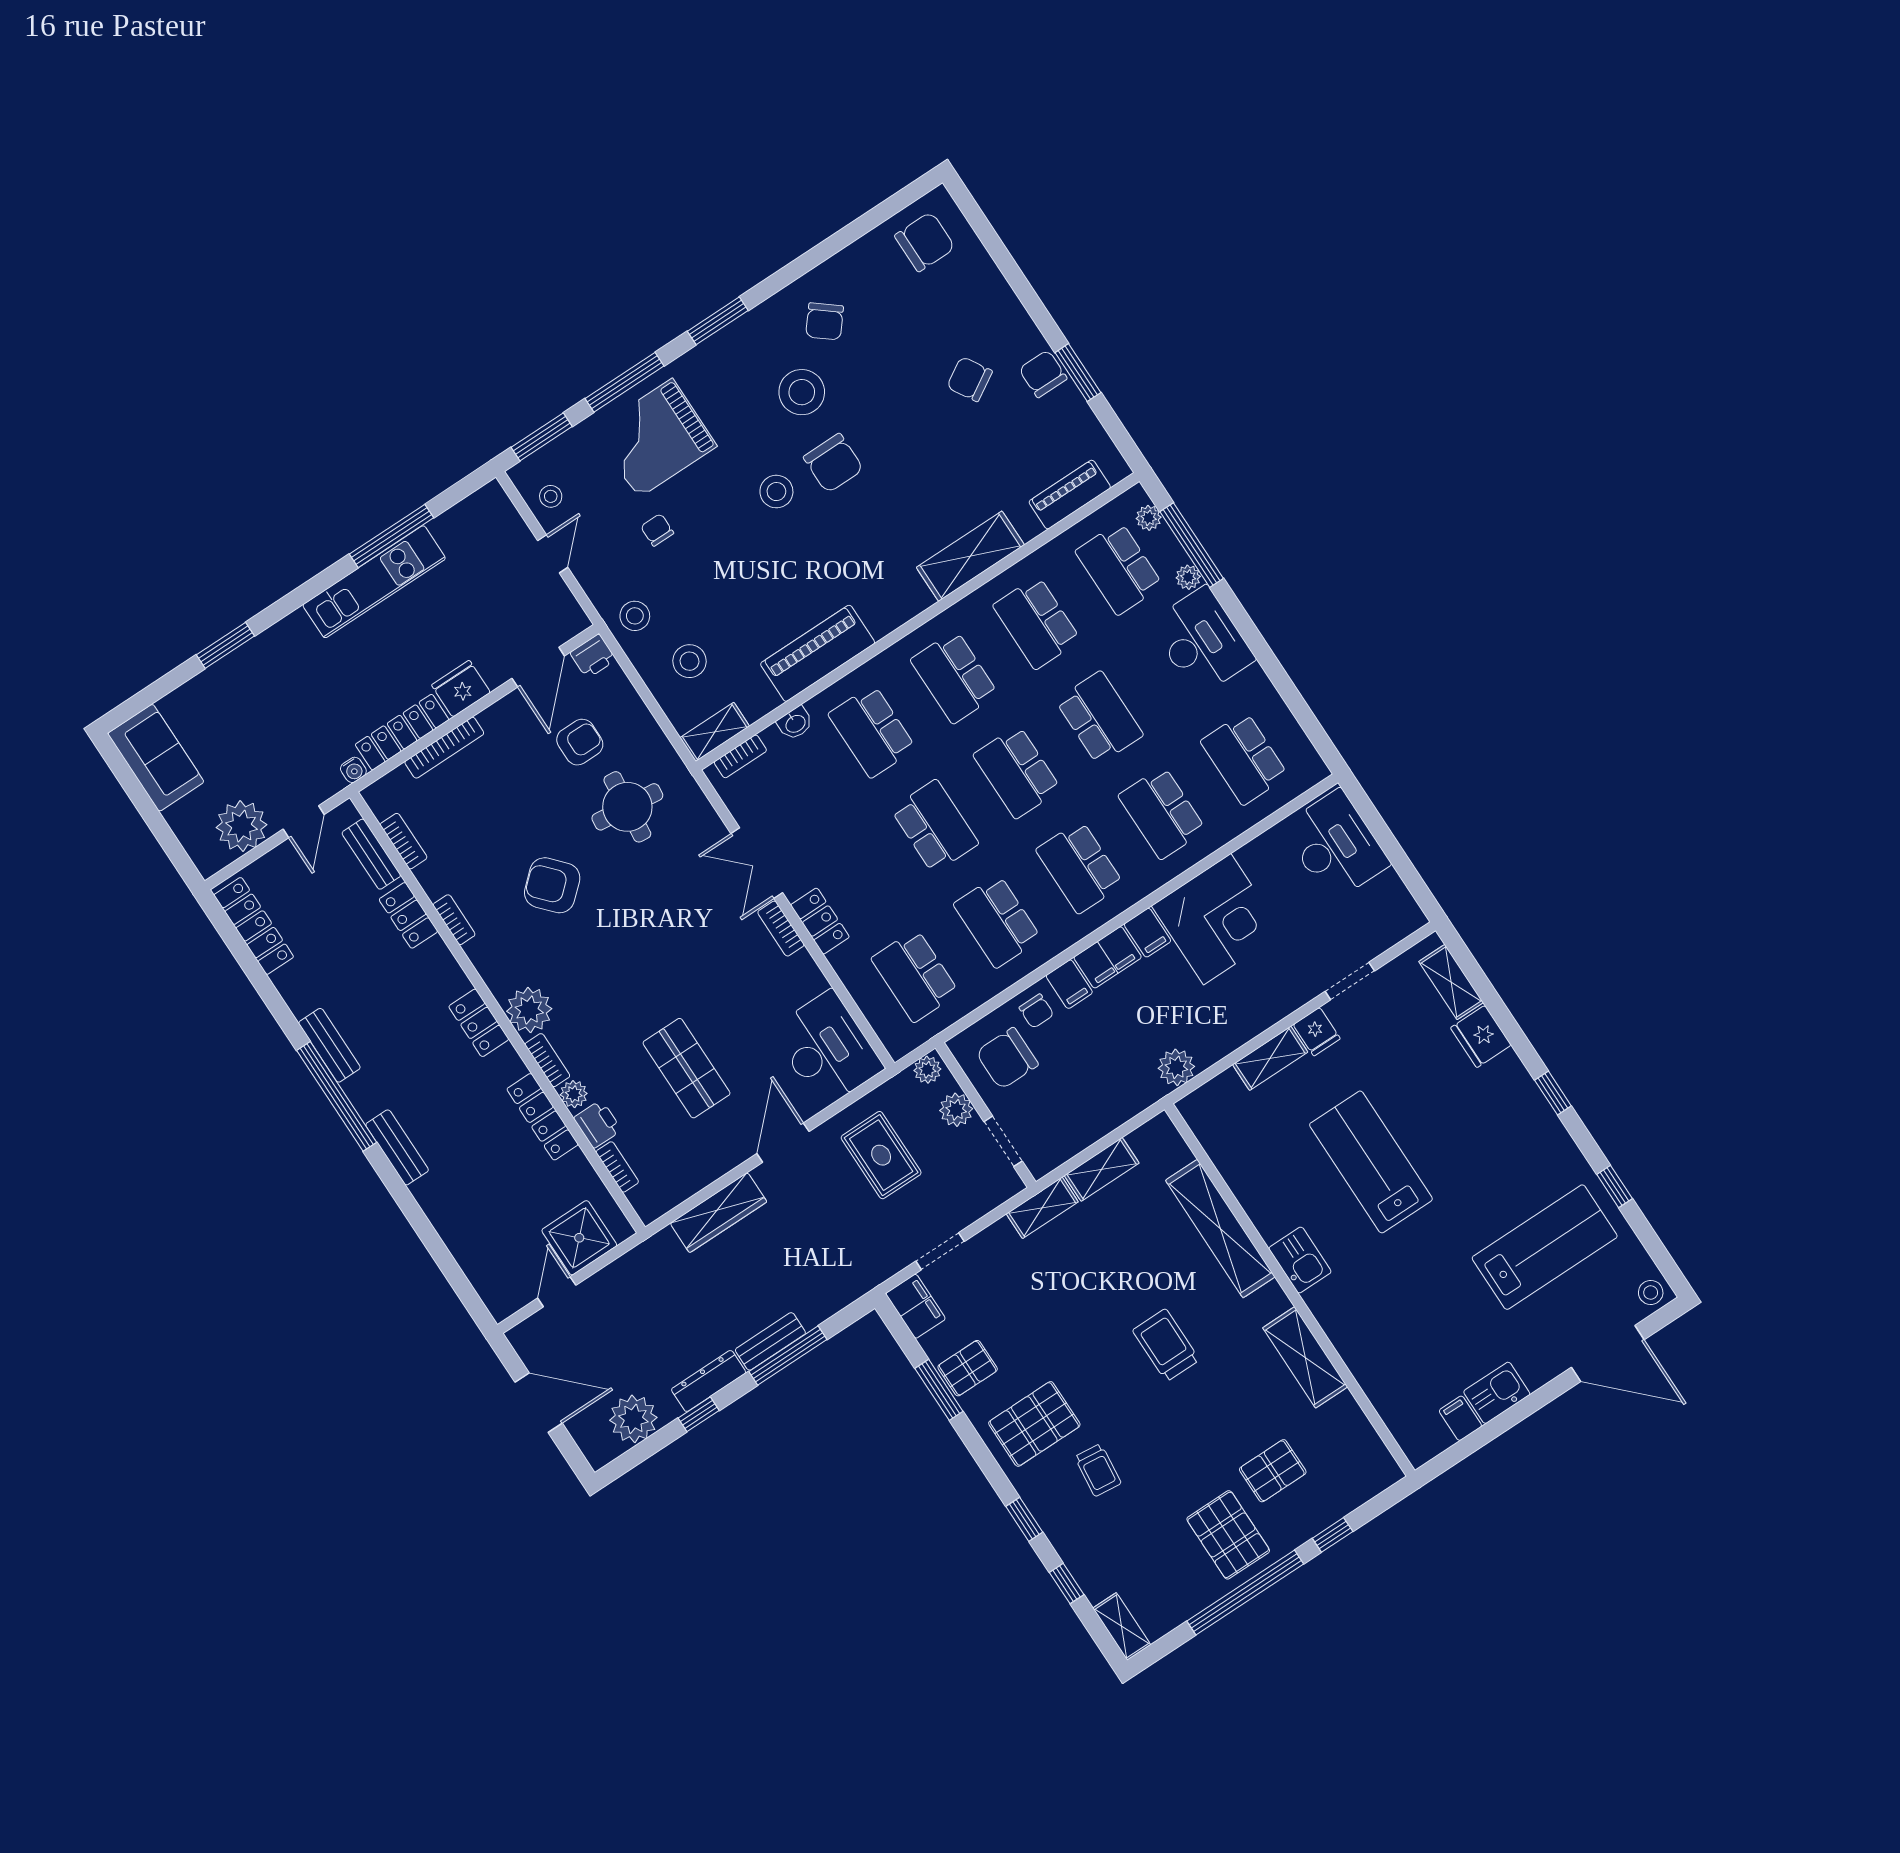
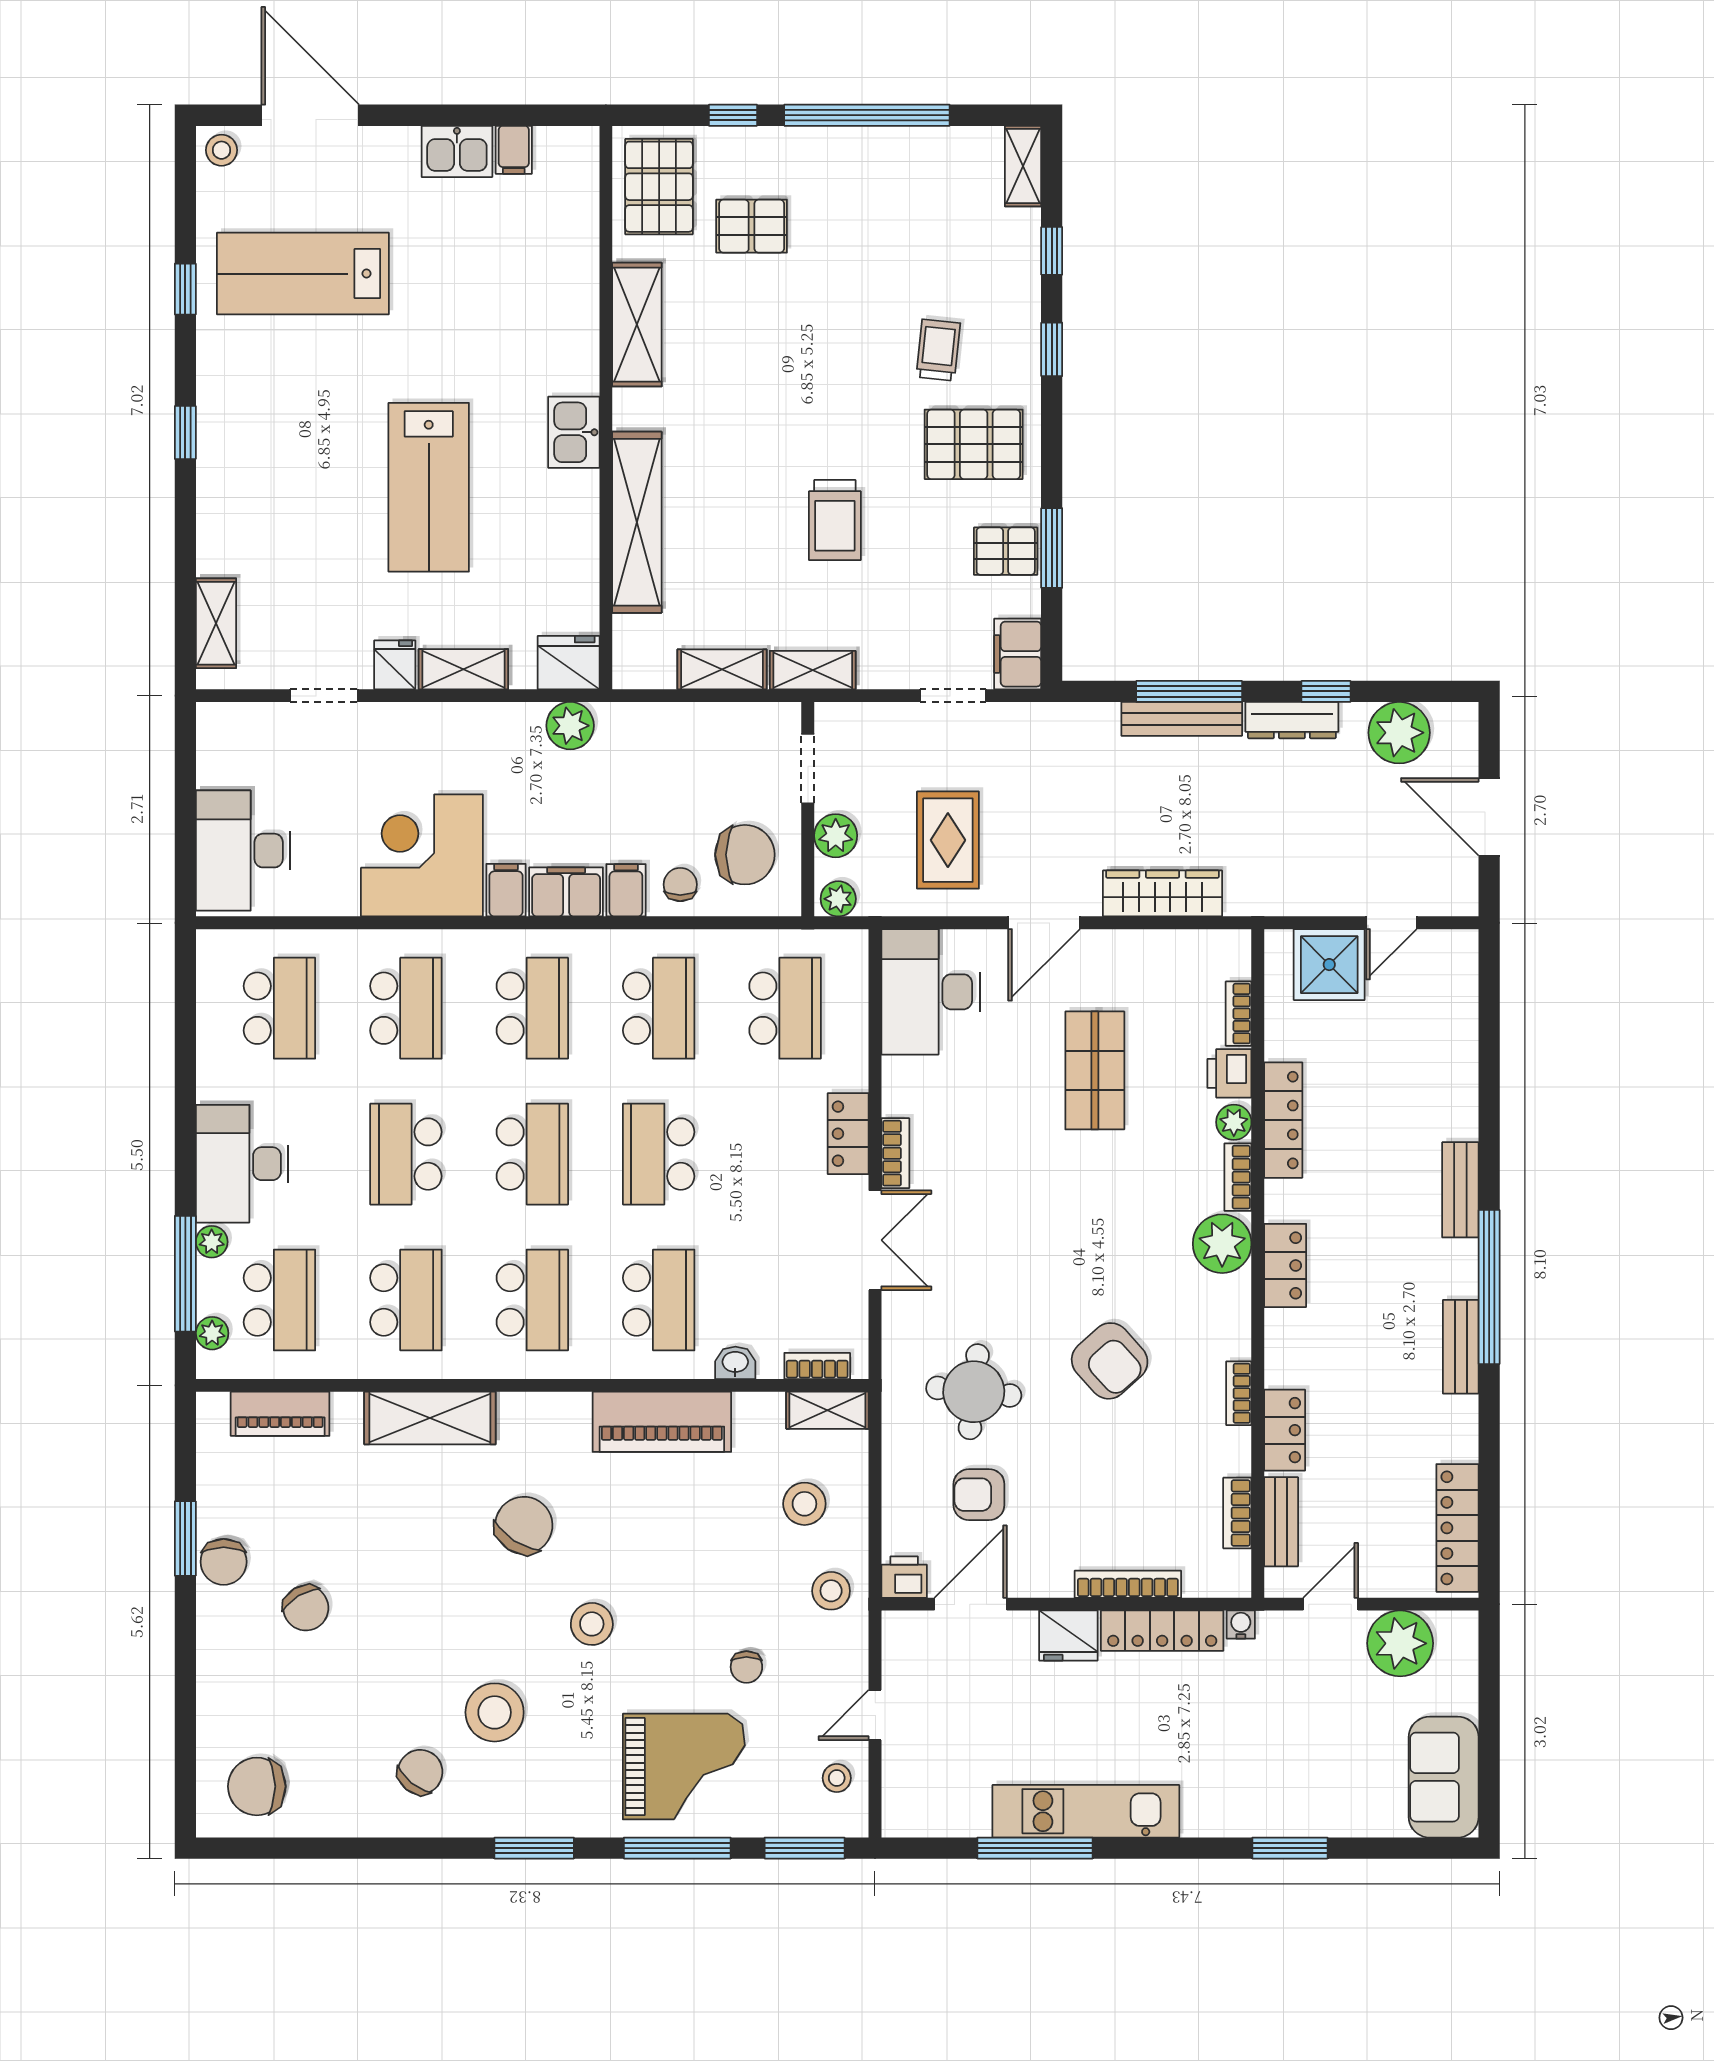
chair: (833, 463) -> (524, 1525), moved, turned 33
fridge: (1481, 1036) -> (569, 663), moved, turned -90
bench: (770, 1341) -> (1182, 719), width x1.36
trolley: (1166, 1345) -> (835, 520), moved
pallet: (1228, 1535) -> (659, 187), moved

